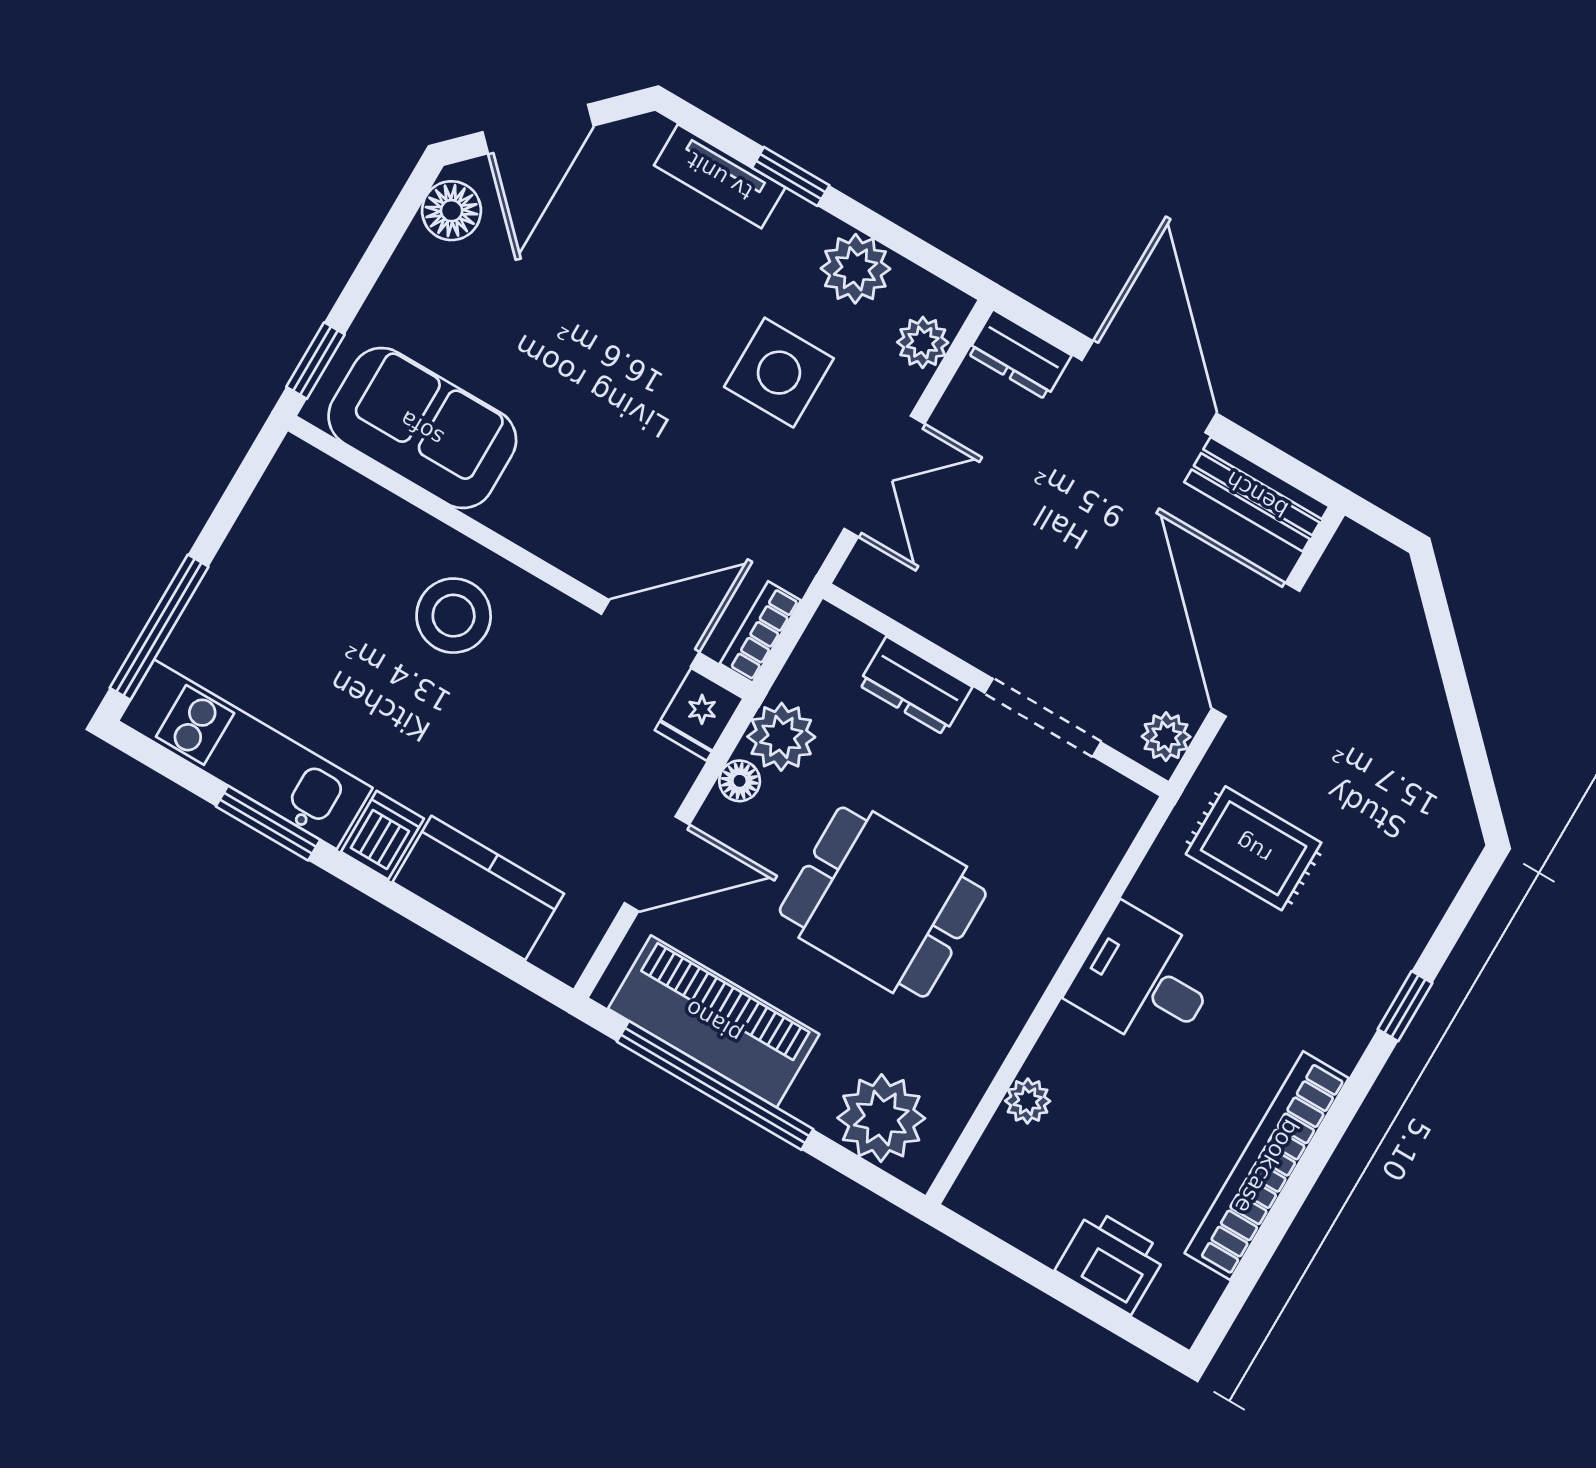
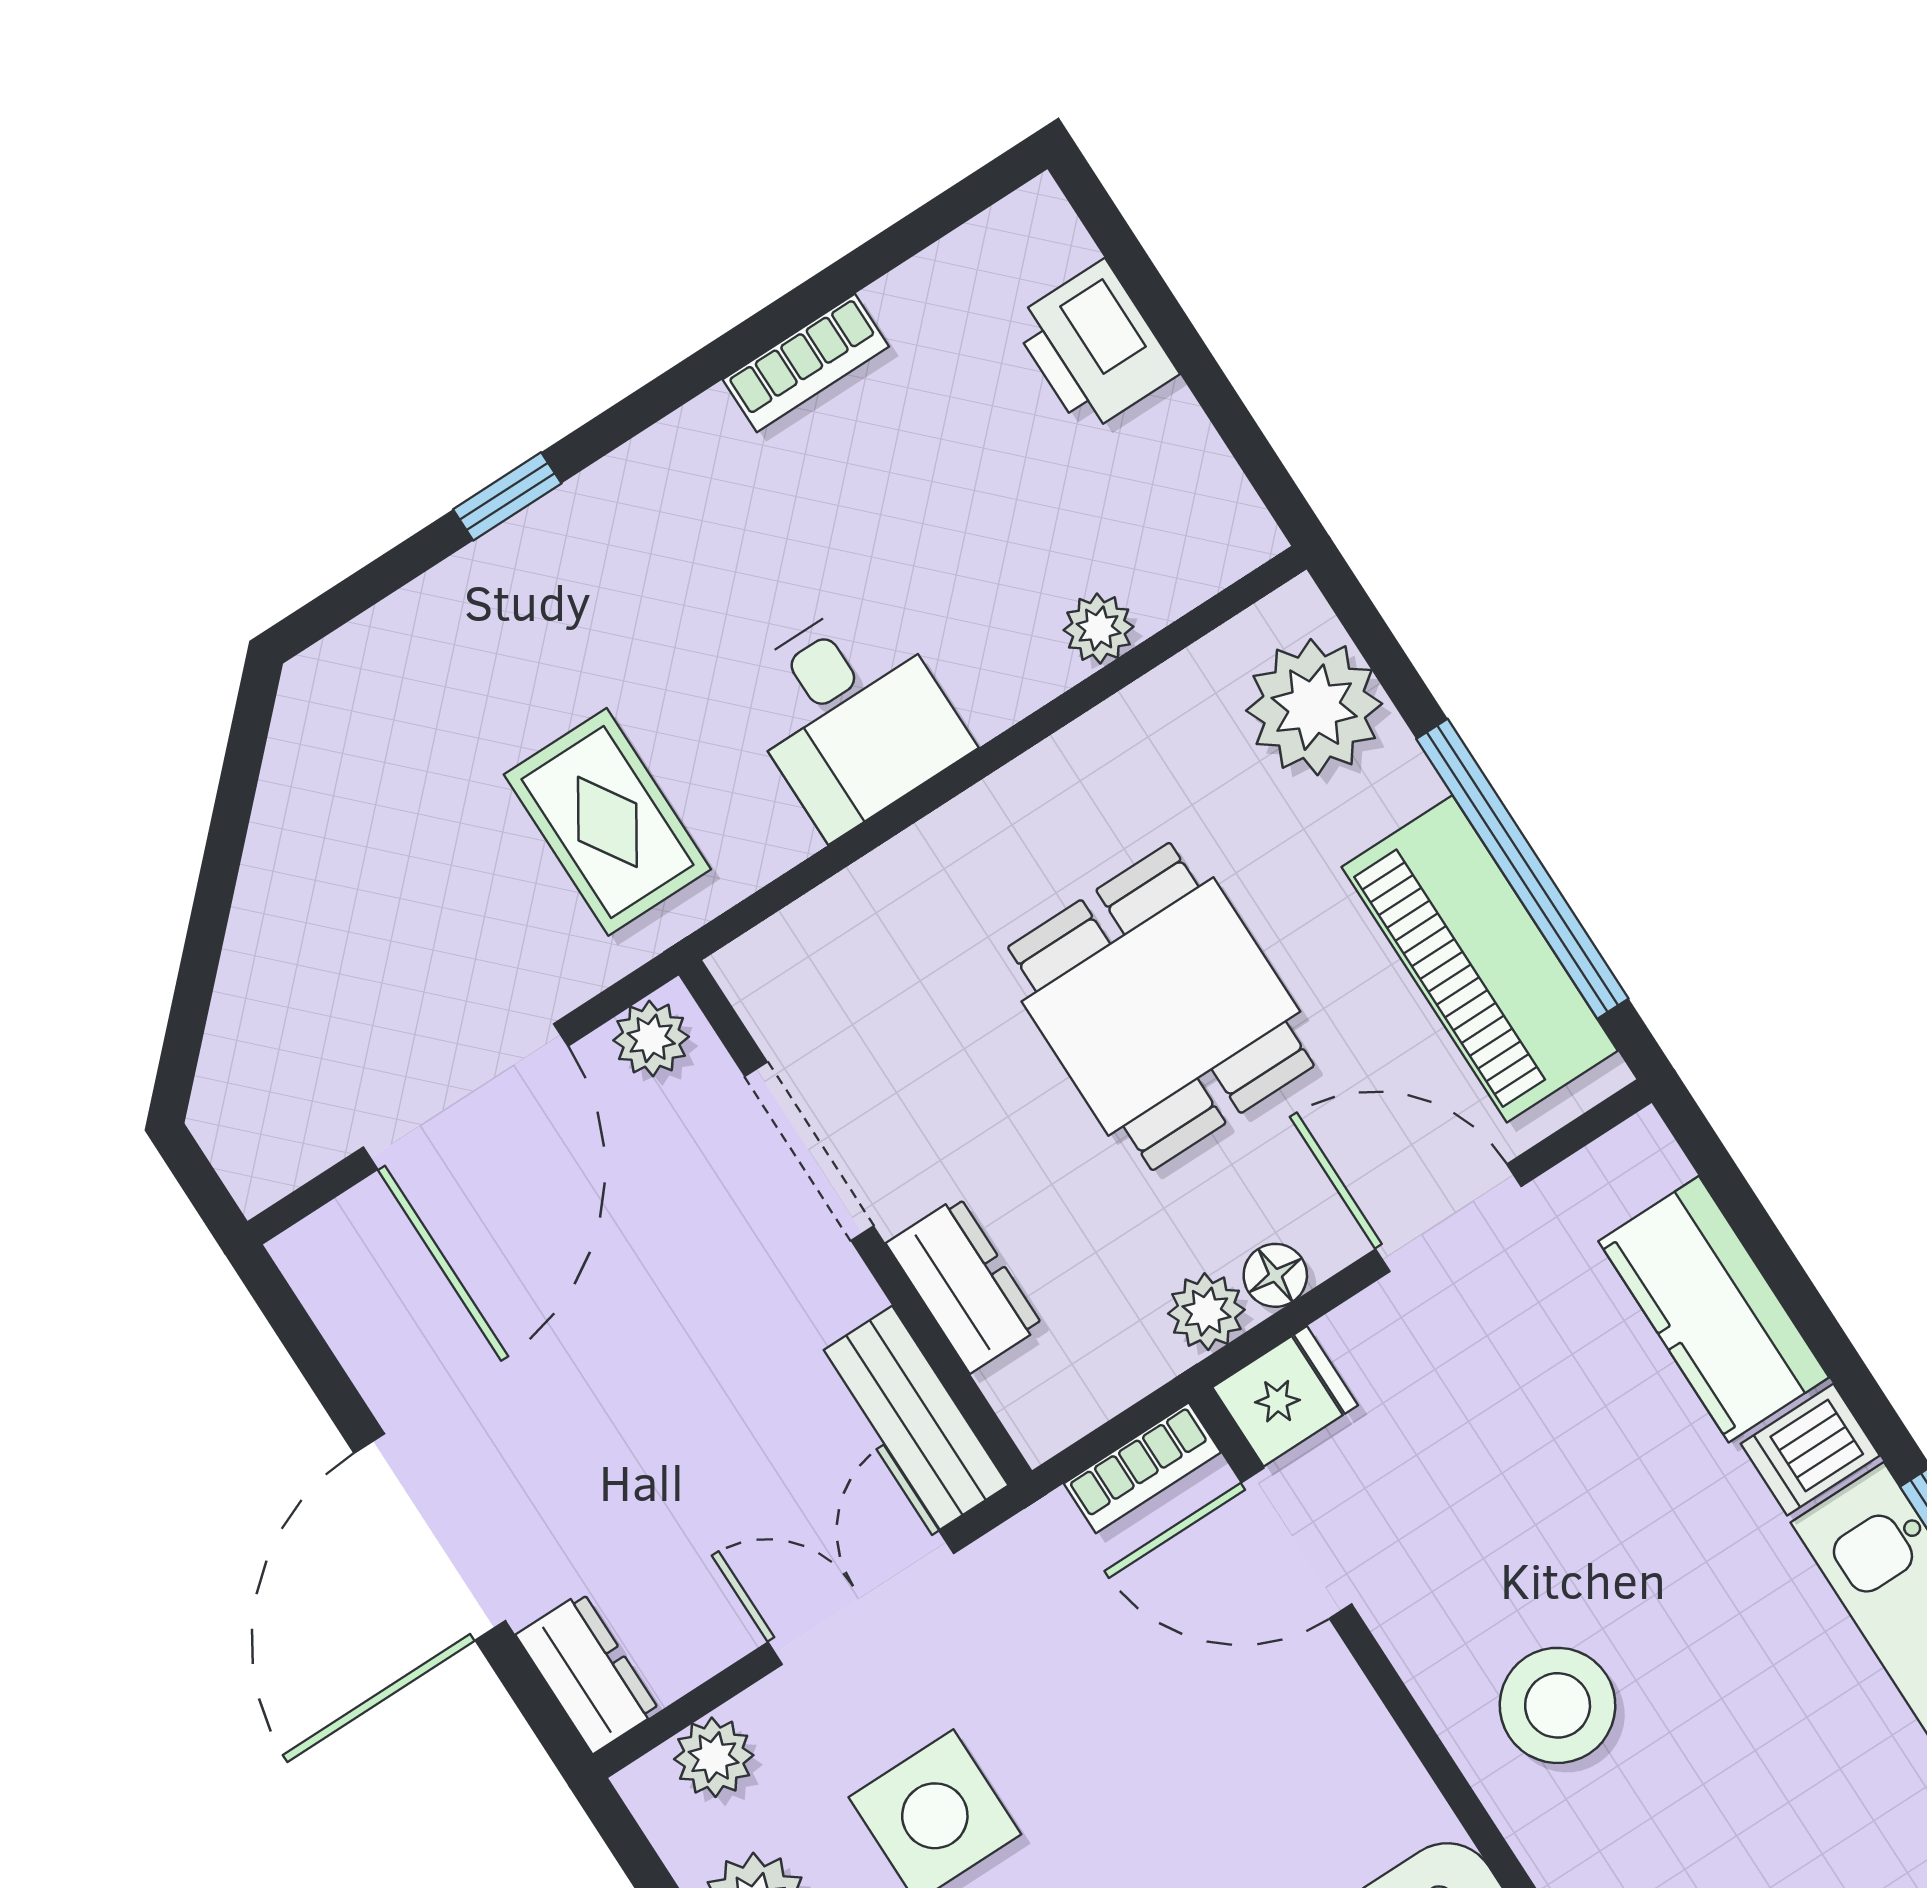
bench: (1257, 494) -> (916, 1418), moved
plant: (781, 737) -> (1206, 1312), width x0.73, depth x0.73
bookcase: (1267, 1166) -> (806, 363), width x0.43, depth x0.76

